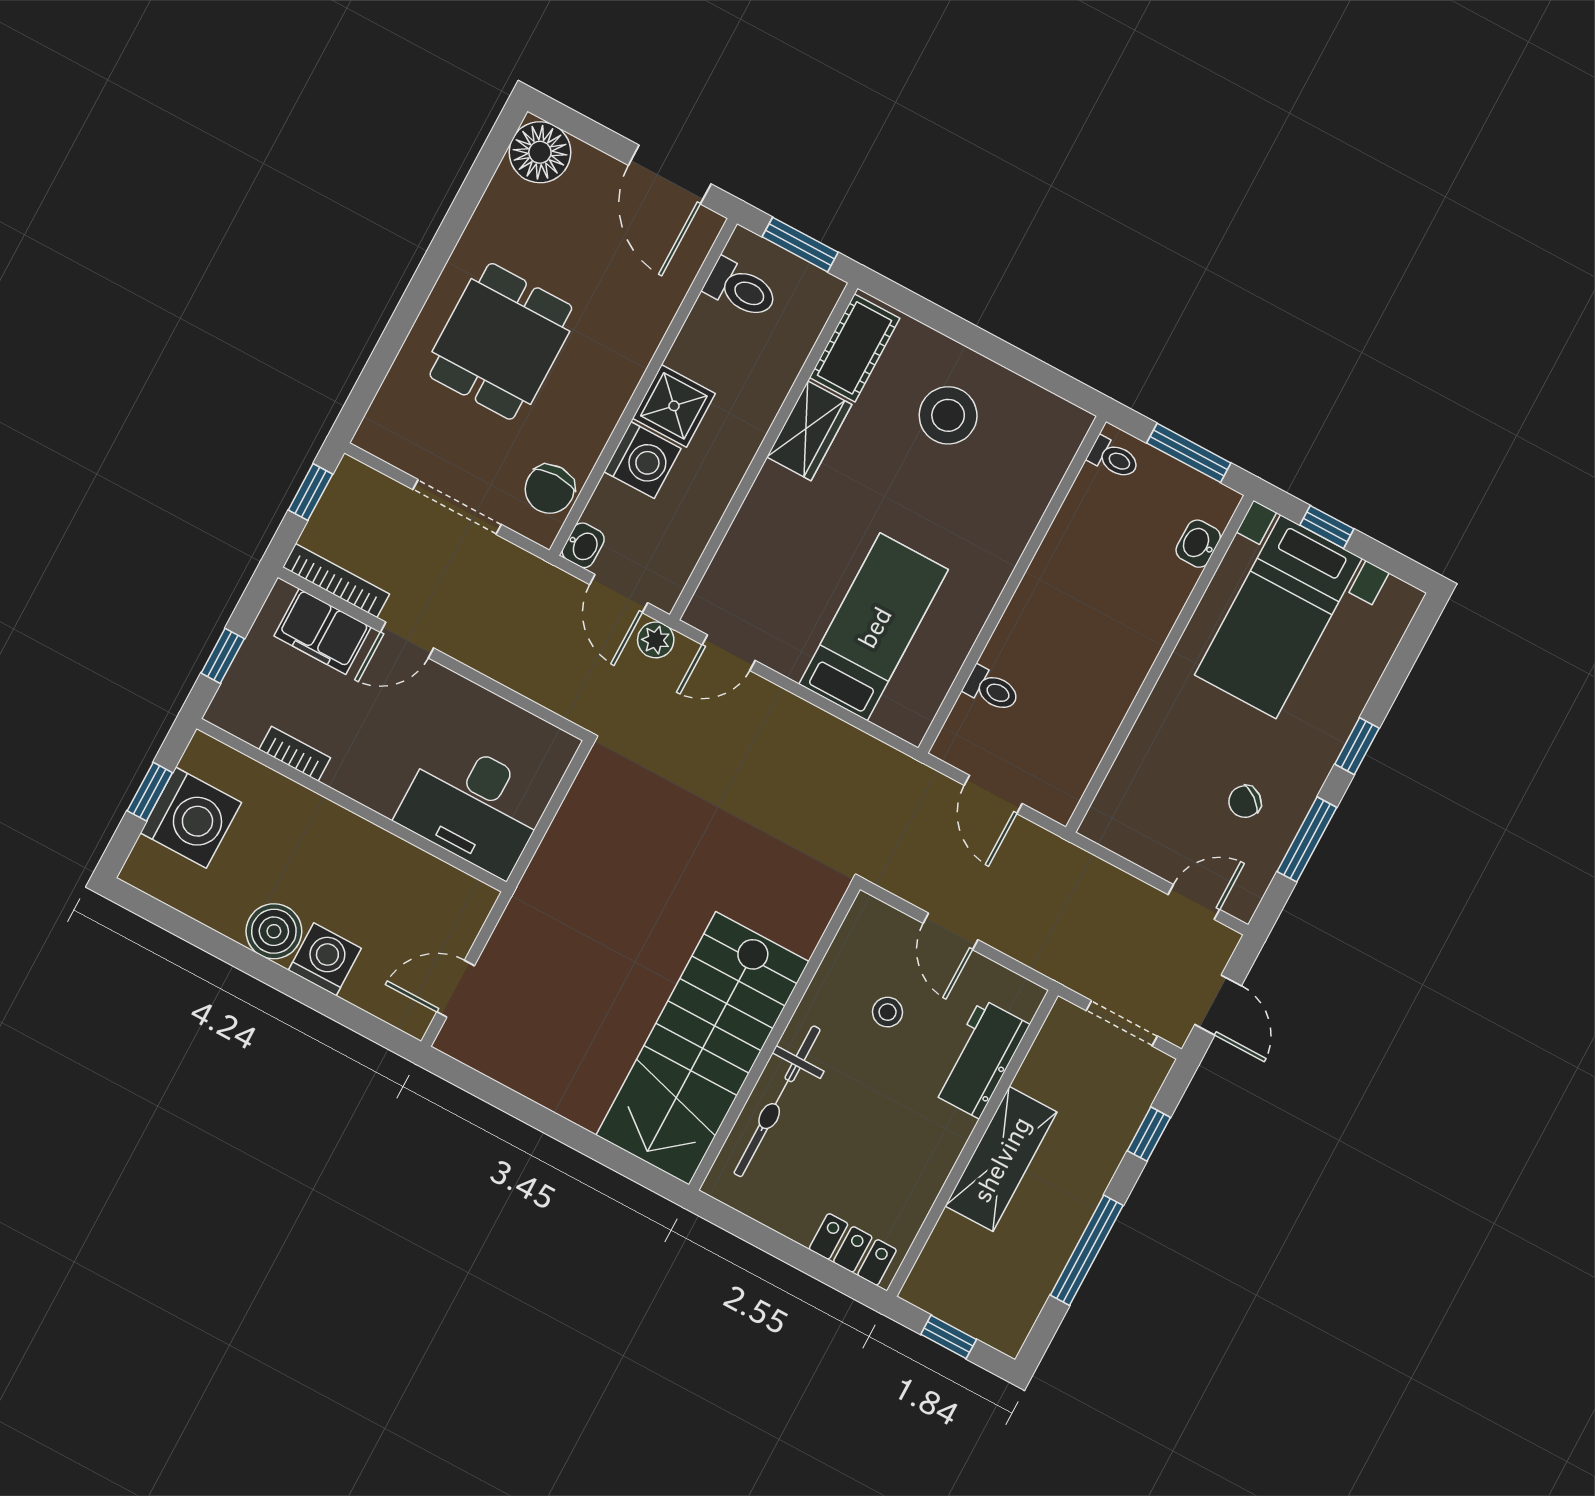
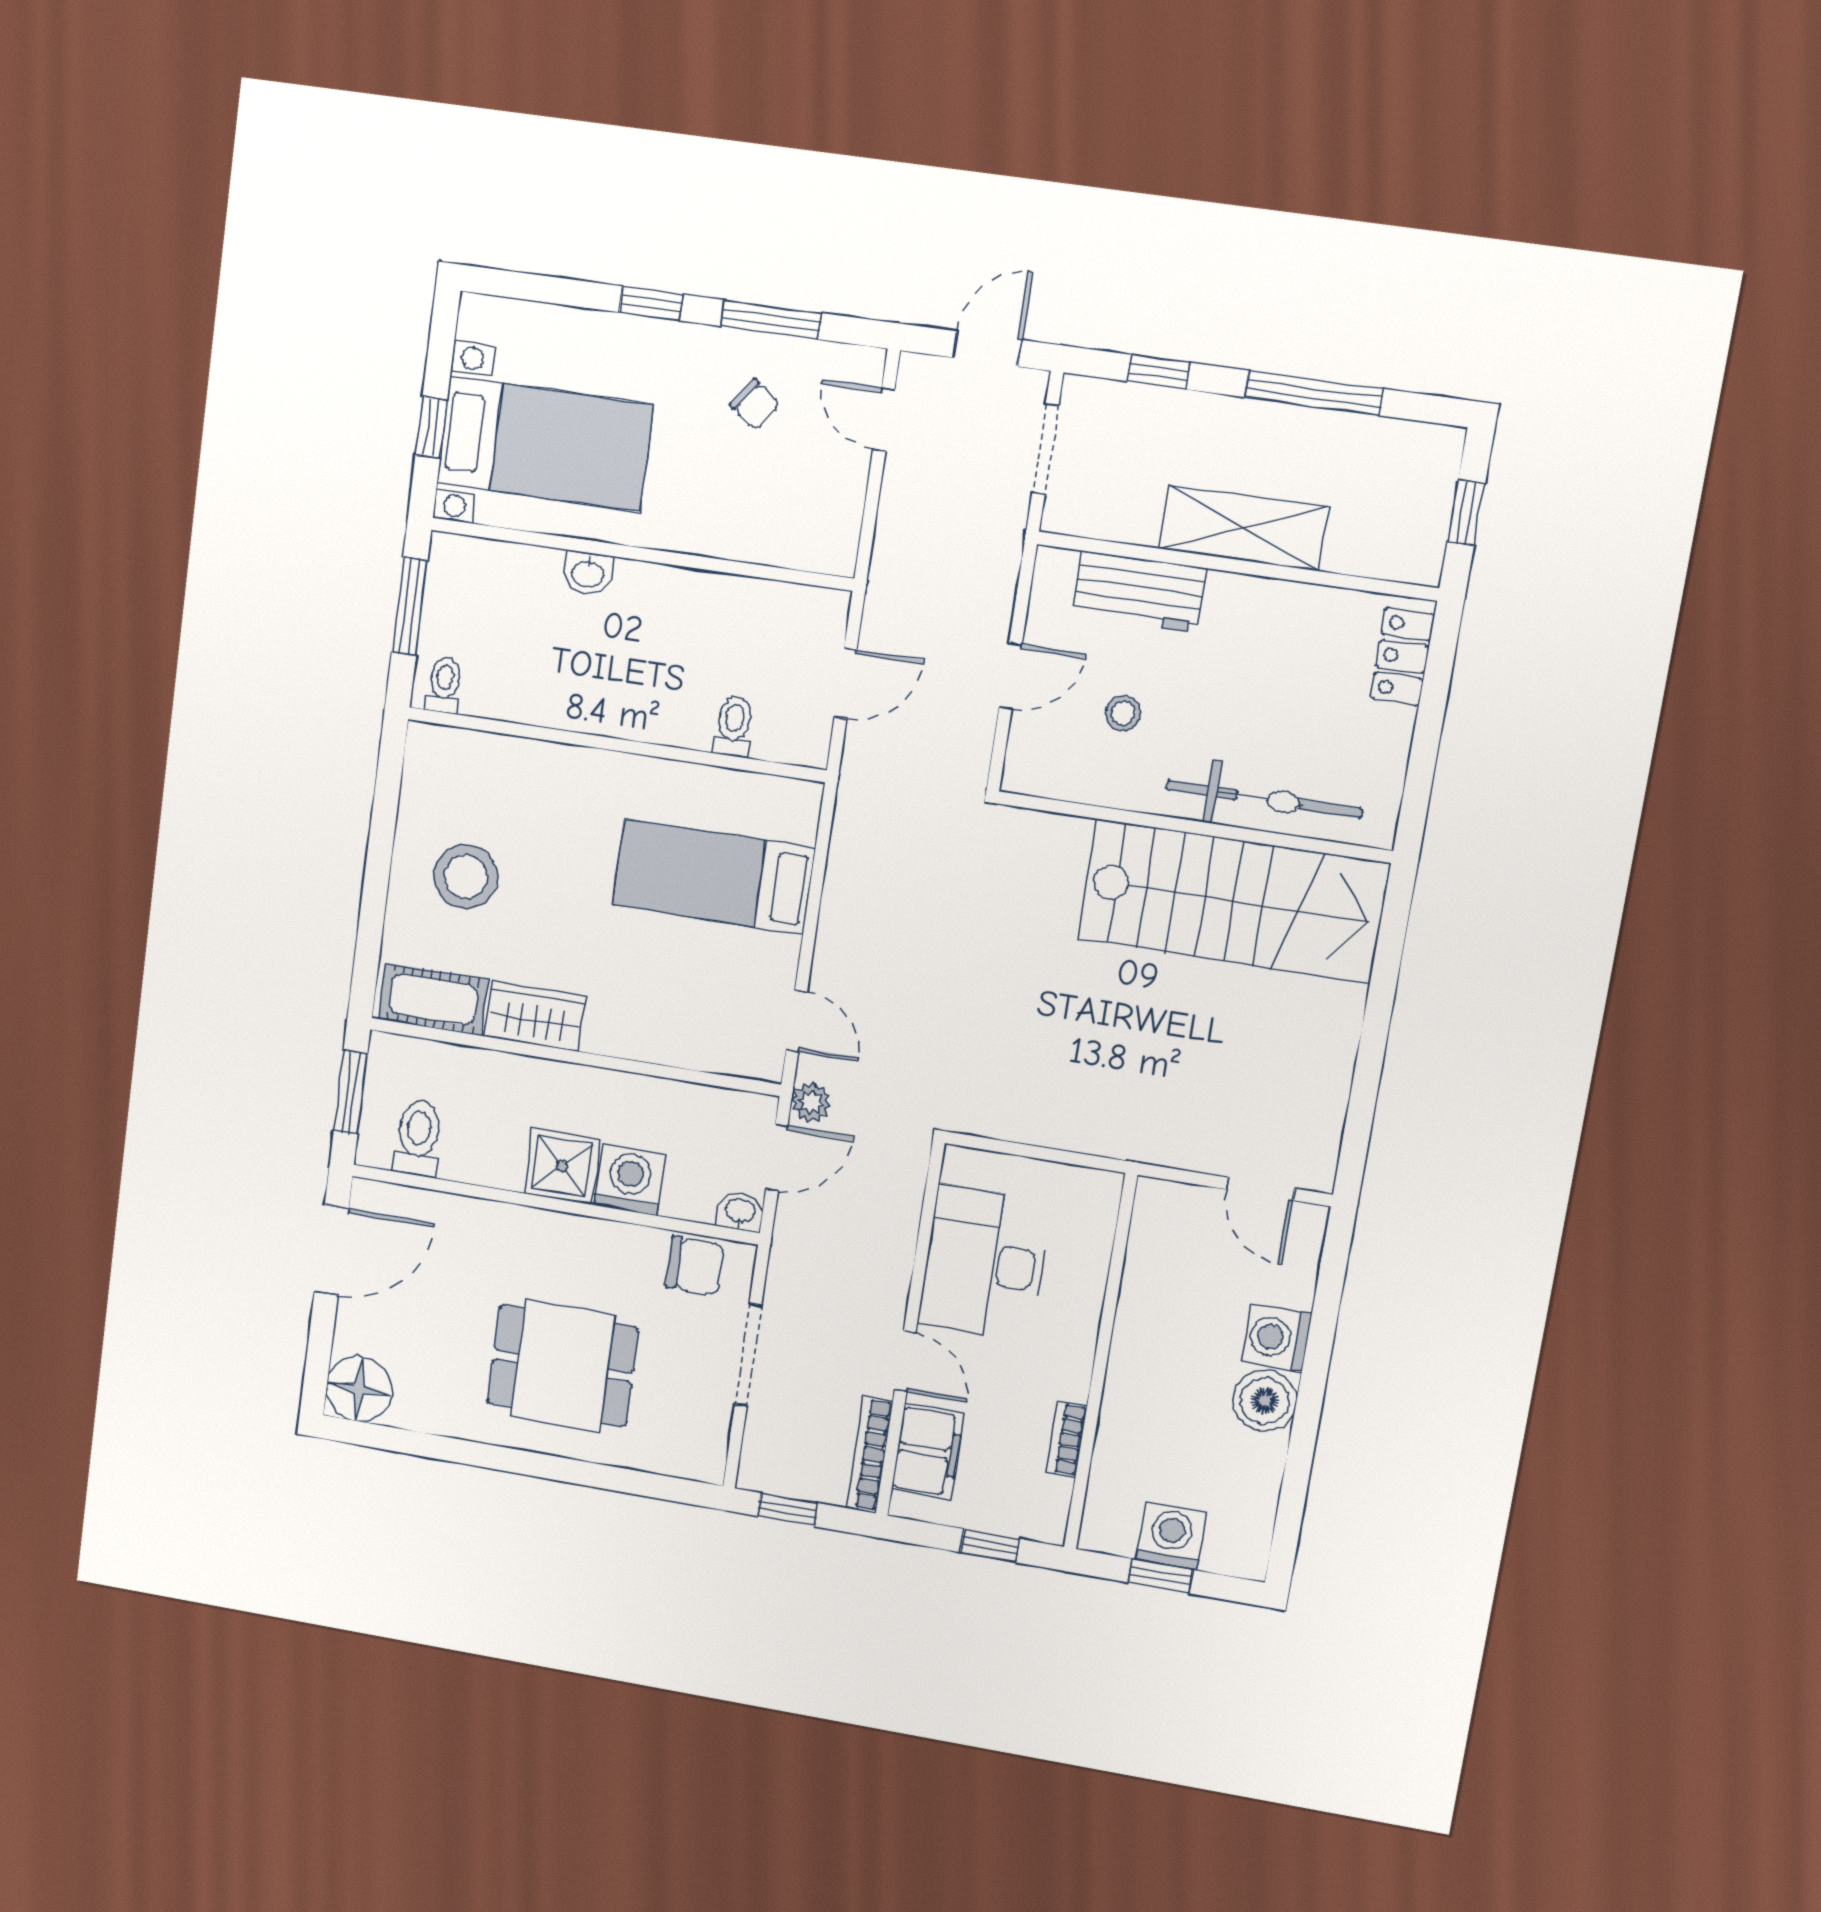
washbasin: (1198, 544) -> (588, 573), moved
desk: (473, 807) -> (984, 1263), moved, turned 180
washing machine: (191, 818) -> (1171, 1536), width x0.73, depth x0.73

